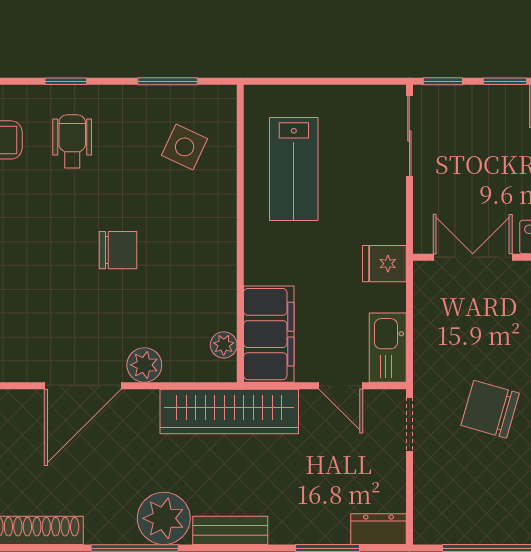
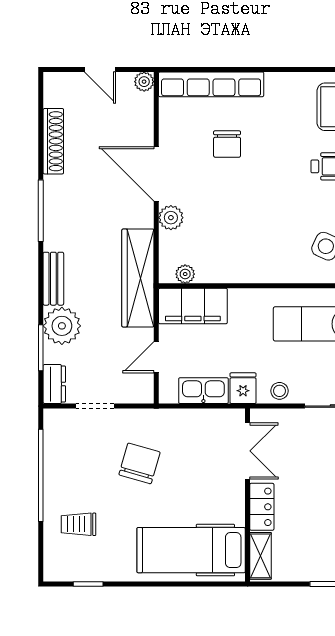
stool: (388, 212) -> (279, 391), added
chair: (118, 250) -> (227, 144), moved
kitchen sink: (388, 348) -> (203, 391), moved
doorway: (409, 424) -> (95, 406), moved
plant: (164, 518) -> (62, 326), moved

